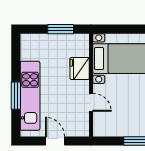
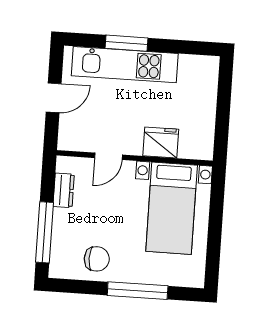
window: (61, 29) -> (222, 118), removed
dresser: (115, 130) -> (64, 190), added

